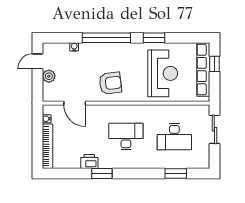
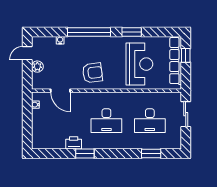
desk: (126, 137) -> (106, 121), turned 180
bookcase: (47, 146) -> (36, 129), removed

